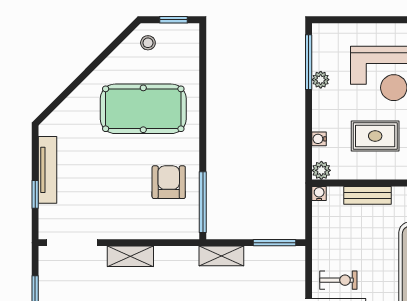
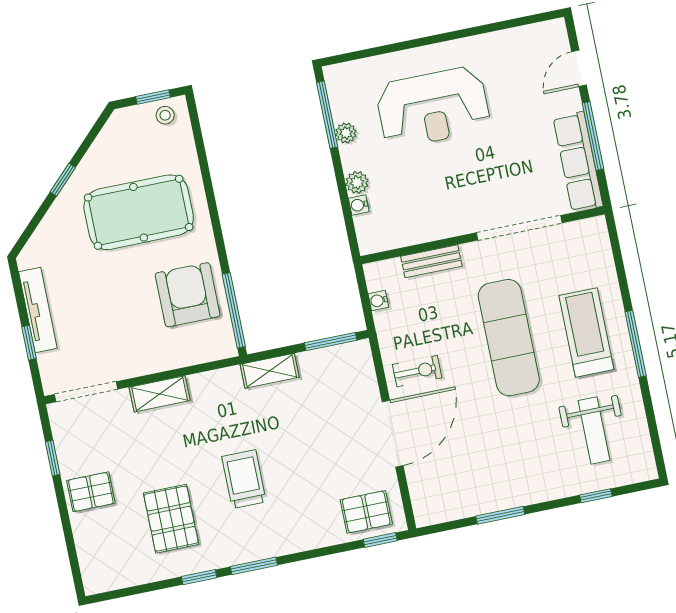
stool: (148, 43) -> (165, 115), moved
window: (88, 71) -> (63, 180), added
rug: (375, 136) -> (426, 188), removed
plant: (321, 170) -> (357, 182), moved
armchair: (169, 182) -> (188, 295), width x1.36, depth x1.36
water cooler: (319, 193) -> (378, 301), moved, turned -90

